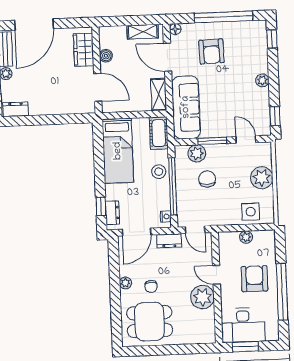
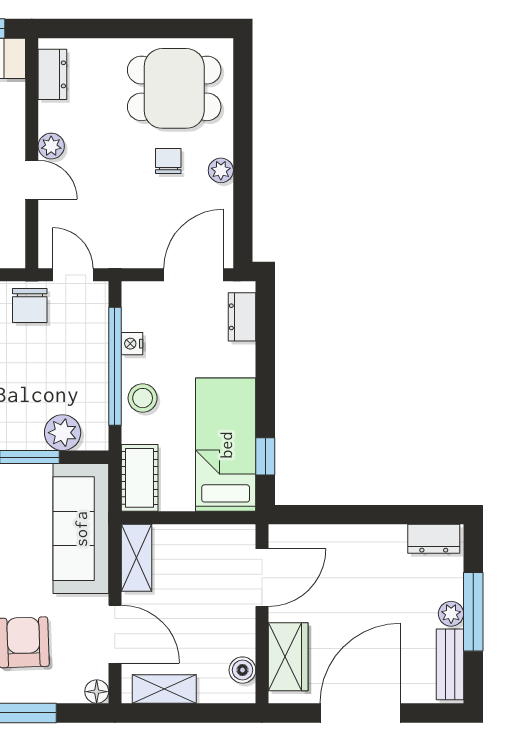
door: (34, 24) -> (360, 713), moved
boiler: (106, 56) -> (242, 670), moved
door: (98, 87) -> (262, 578), swing flipped
chair: (207, 179) -> (30, 305), moved
window: (101, 206) -> (265, 456), moved
nightstand: (166, 216) -> (132, 344), moved
dresser: (169, 241) -> (52, 74), moved, turned 90
plant: (202, 297) -> (51, 146), width x0.53, depth x0.53

